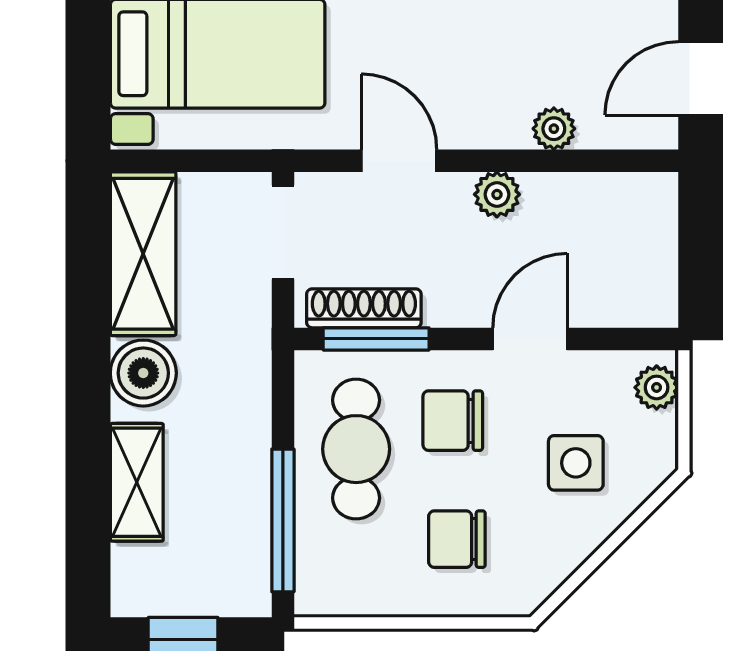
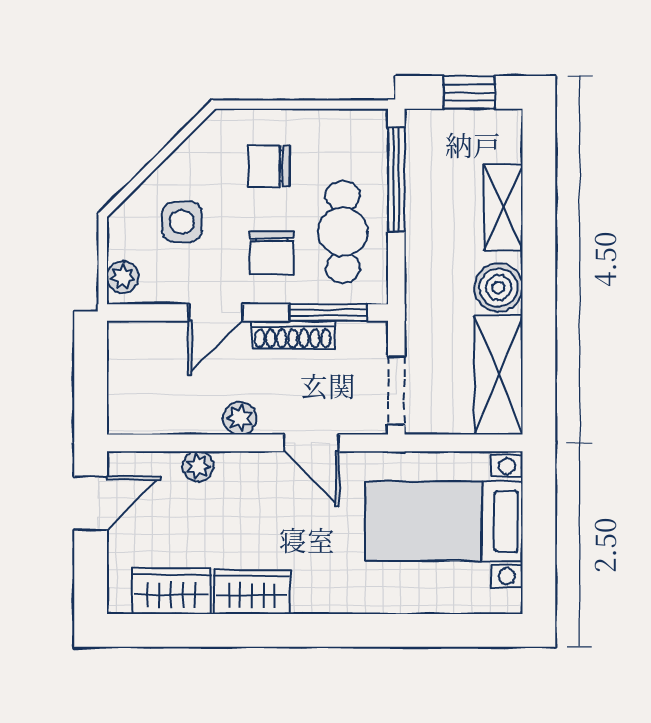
shoe rack: (364, 308) -> (293, 335), moved
chair: (453, 421) -> (272, 253), turned 90
chair: (457, 539) -> (269, 166), turned 180

